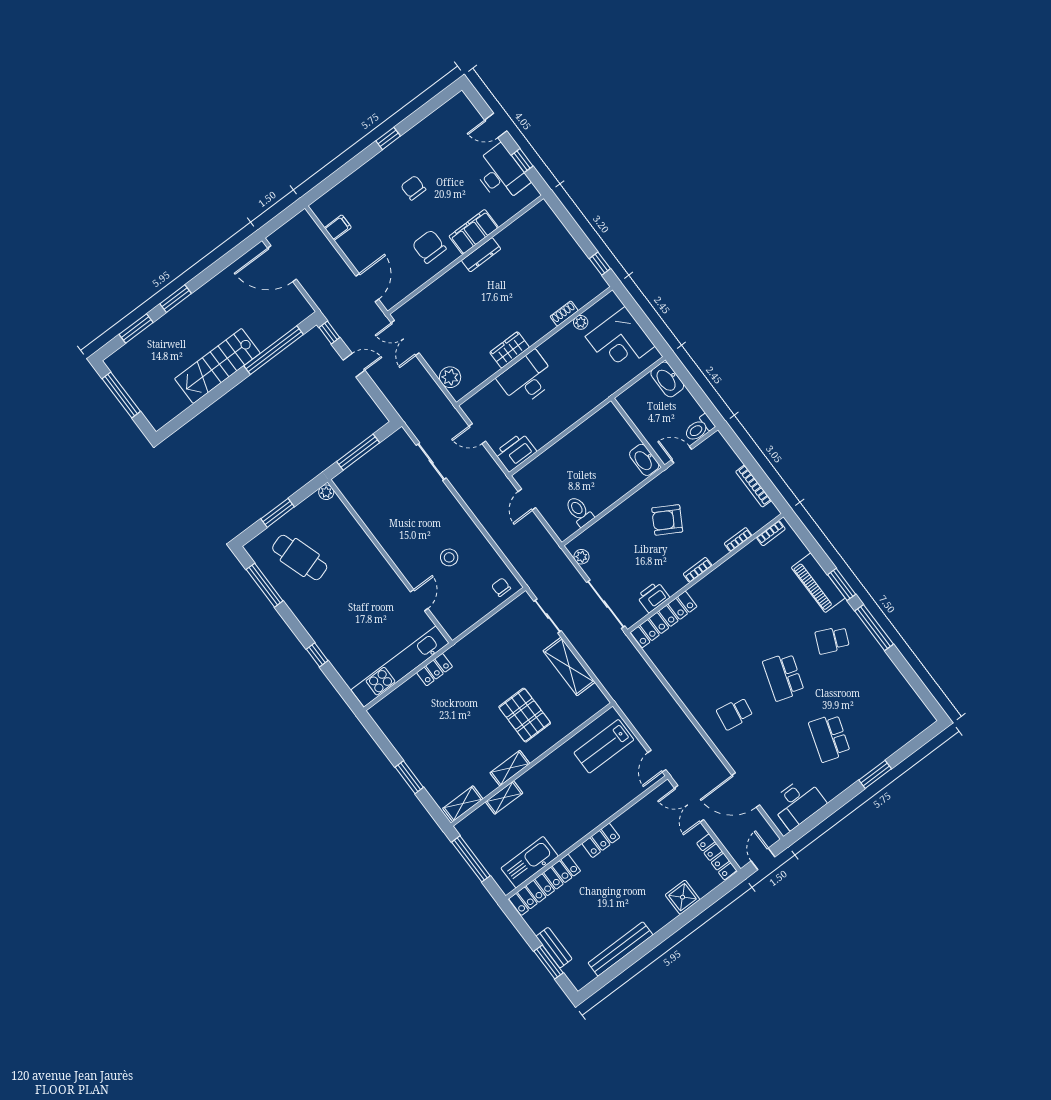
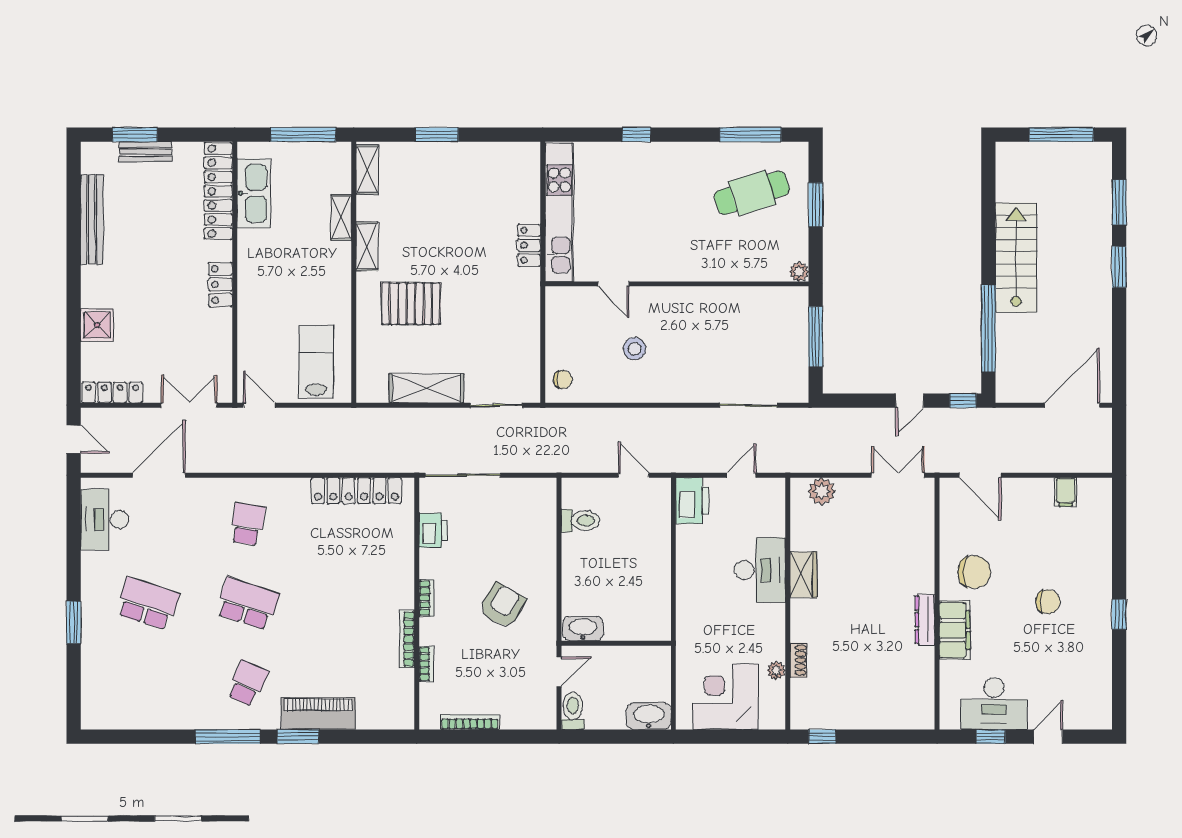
bookcase: (771, 533) -> (407, 639), moved, width x1.56
plant: (581, 557) -> (531, 487), removed
locker: (664, 619) -> (356, 491), moved, turned -90

